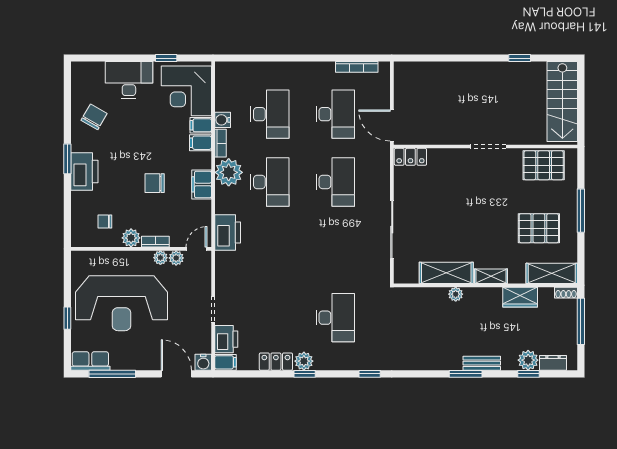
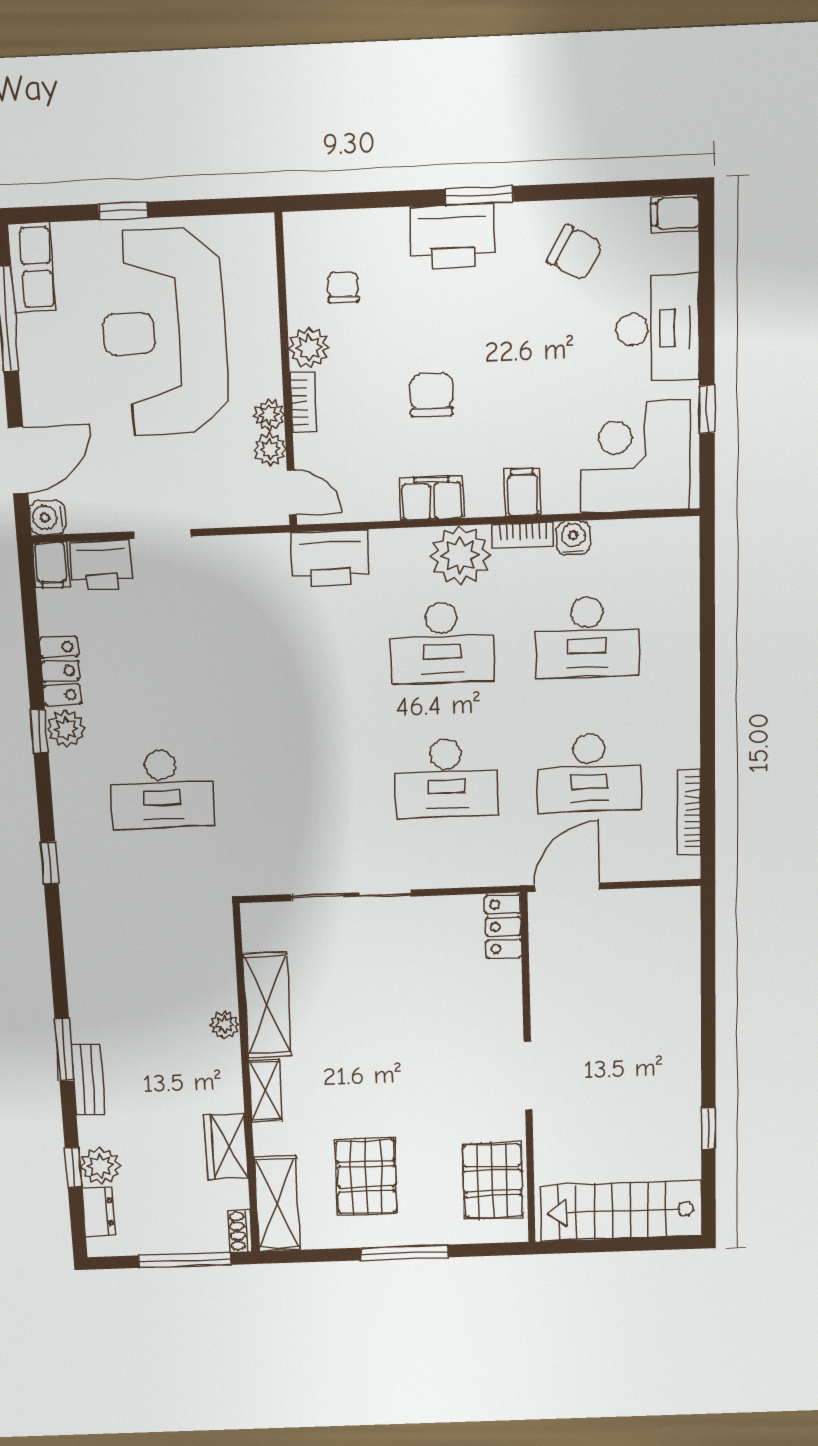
filing cabinet: (201, 125) -> (675, 213), moved, turned -90

